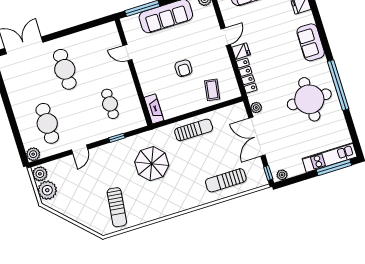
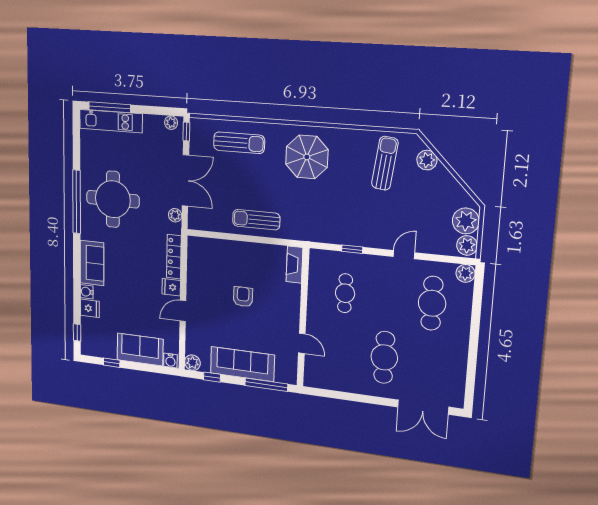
water cooler: (308, 17) -> (87, 292), added
coffee table: (212, 90) -> (218, 257), removed
parasol: (152, 164) -> (307, 157), moved
plant: (89, 221) -> (427, 160), added

